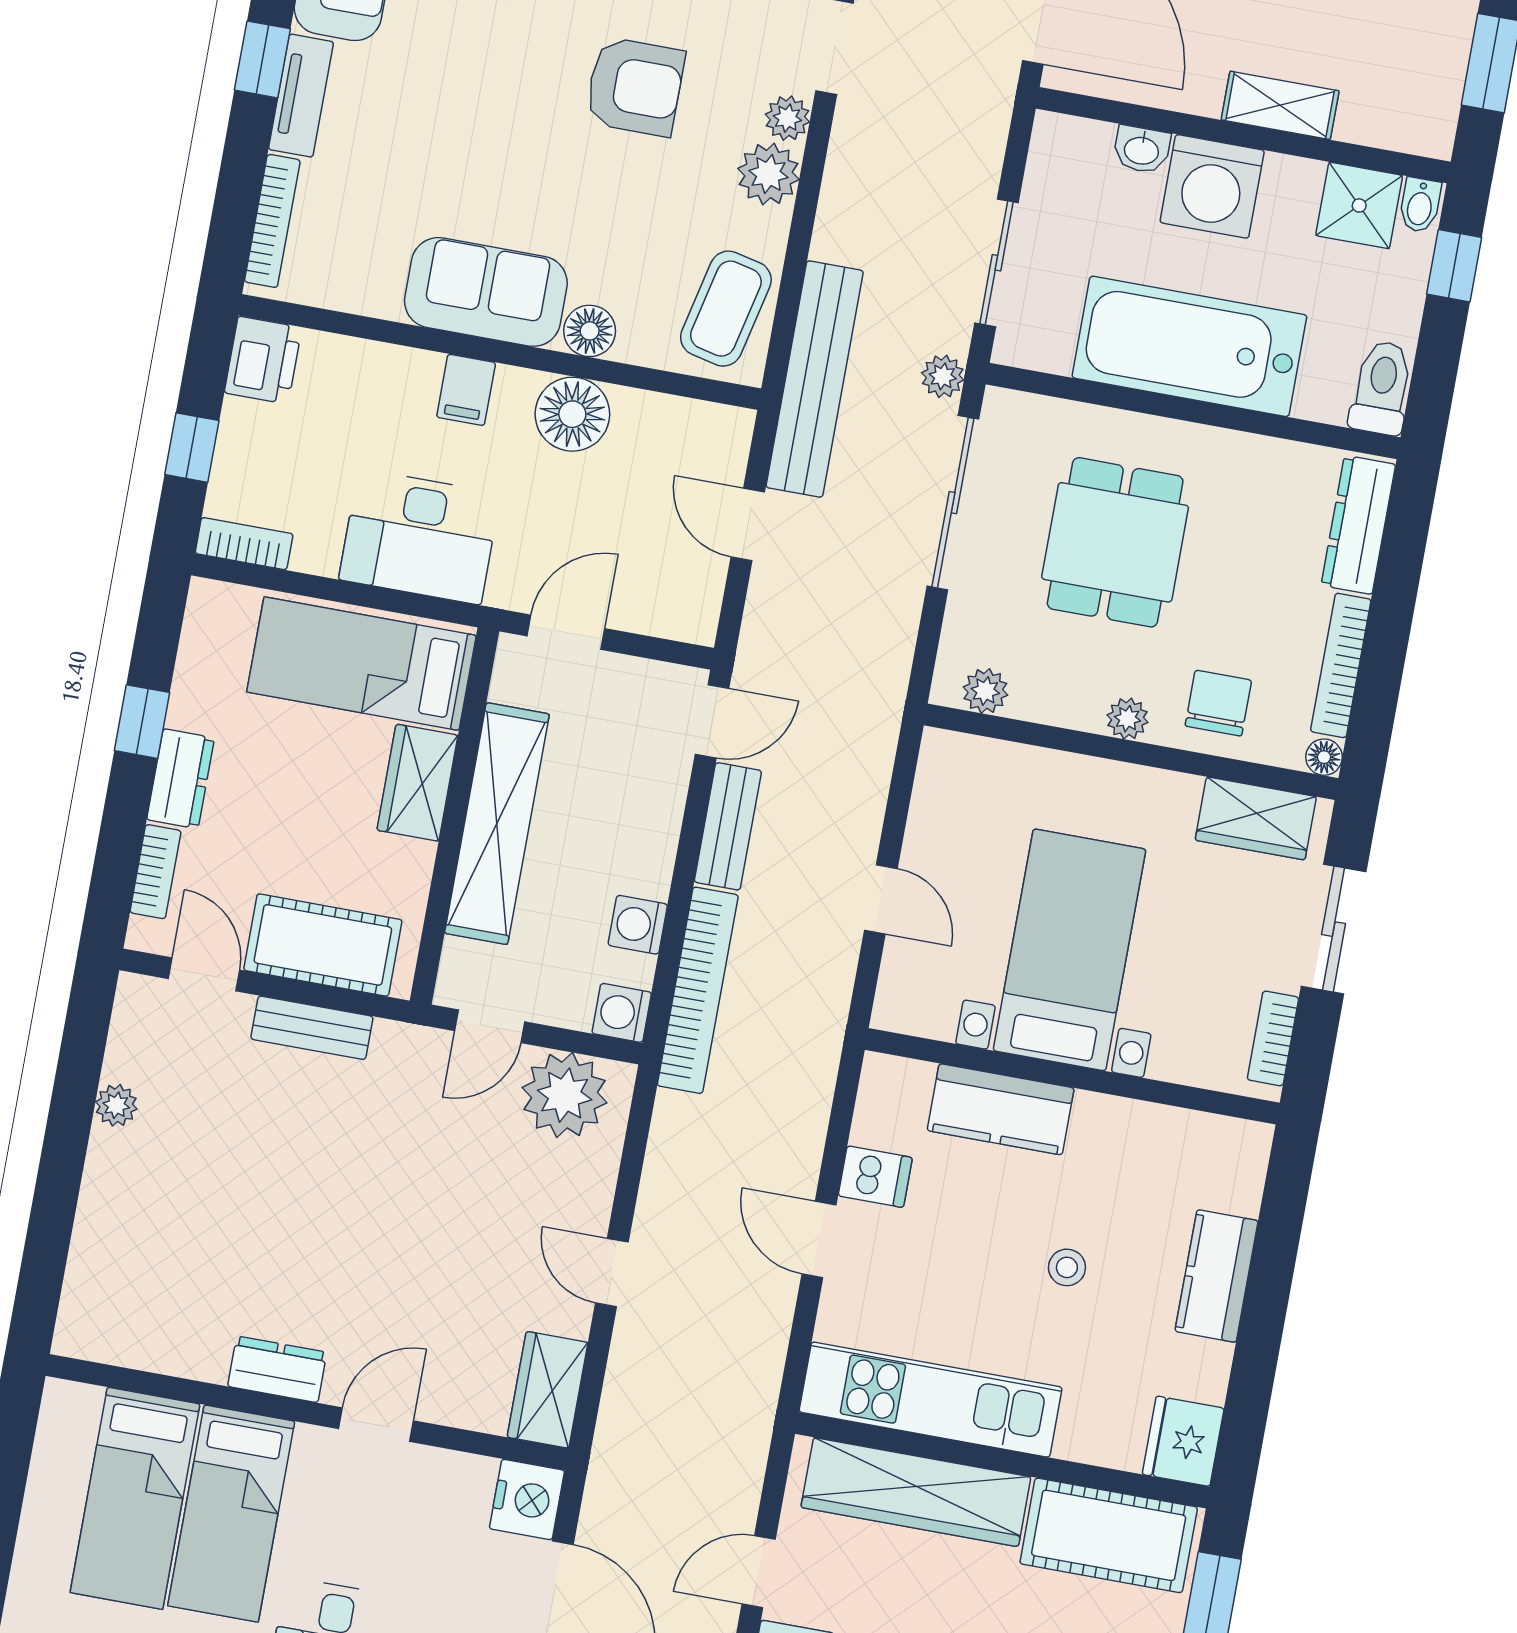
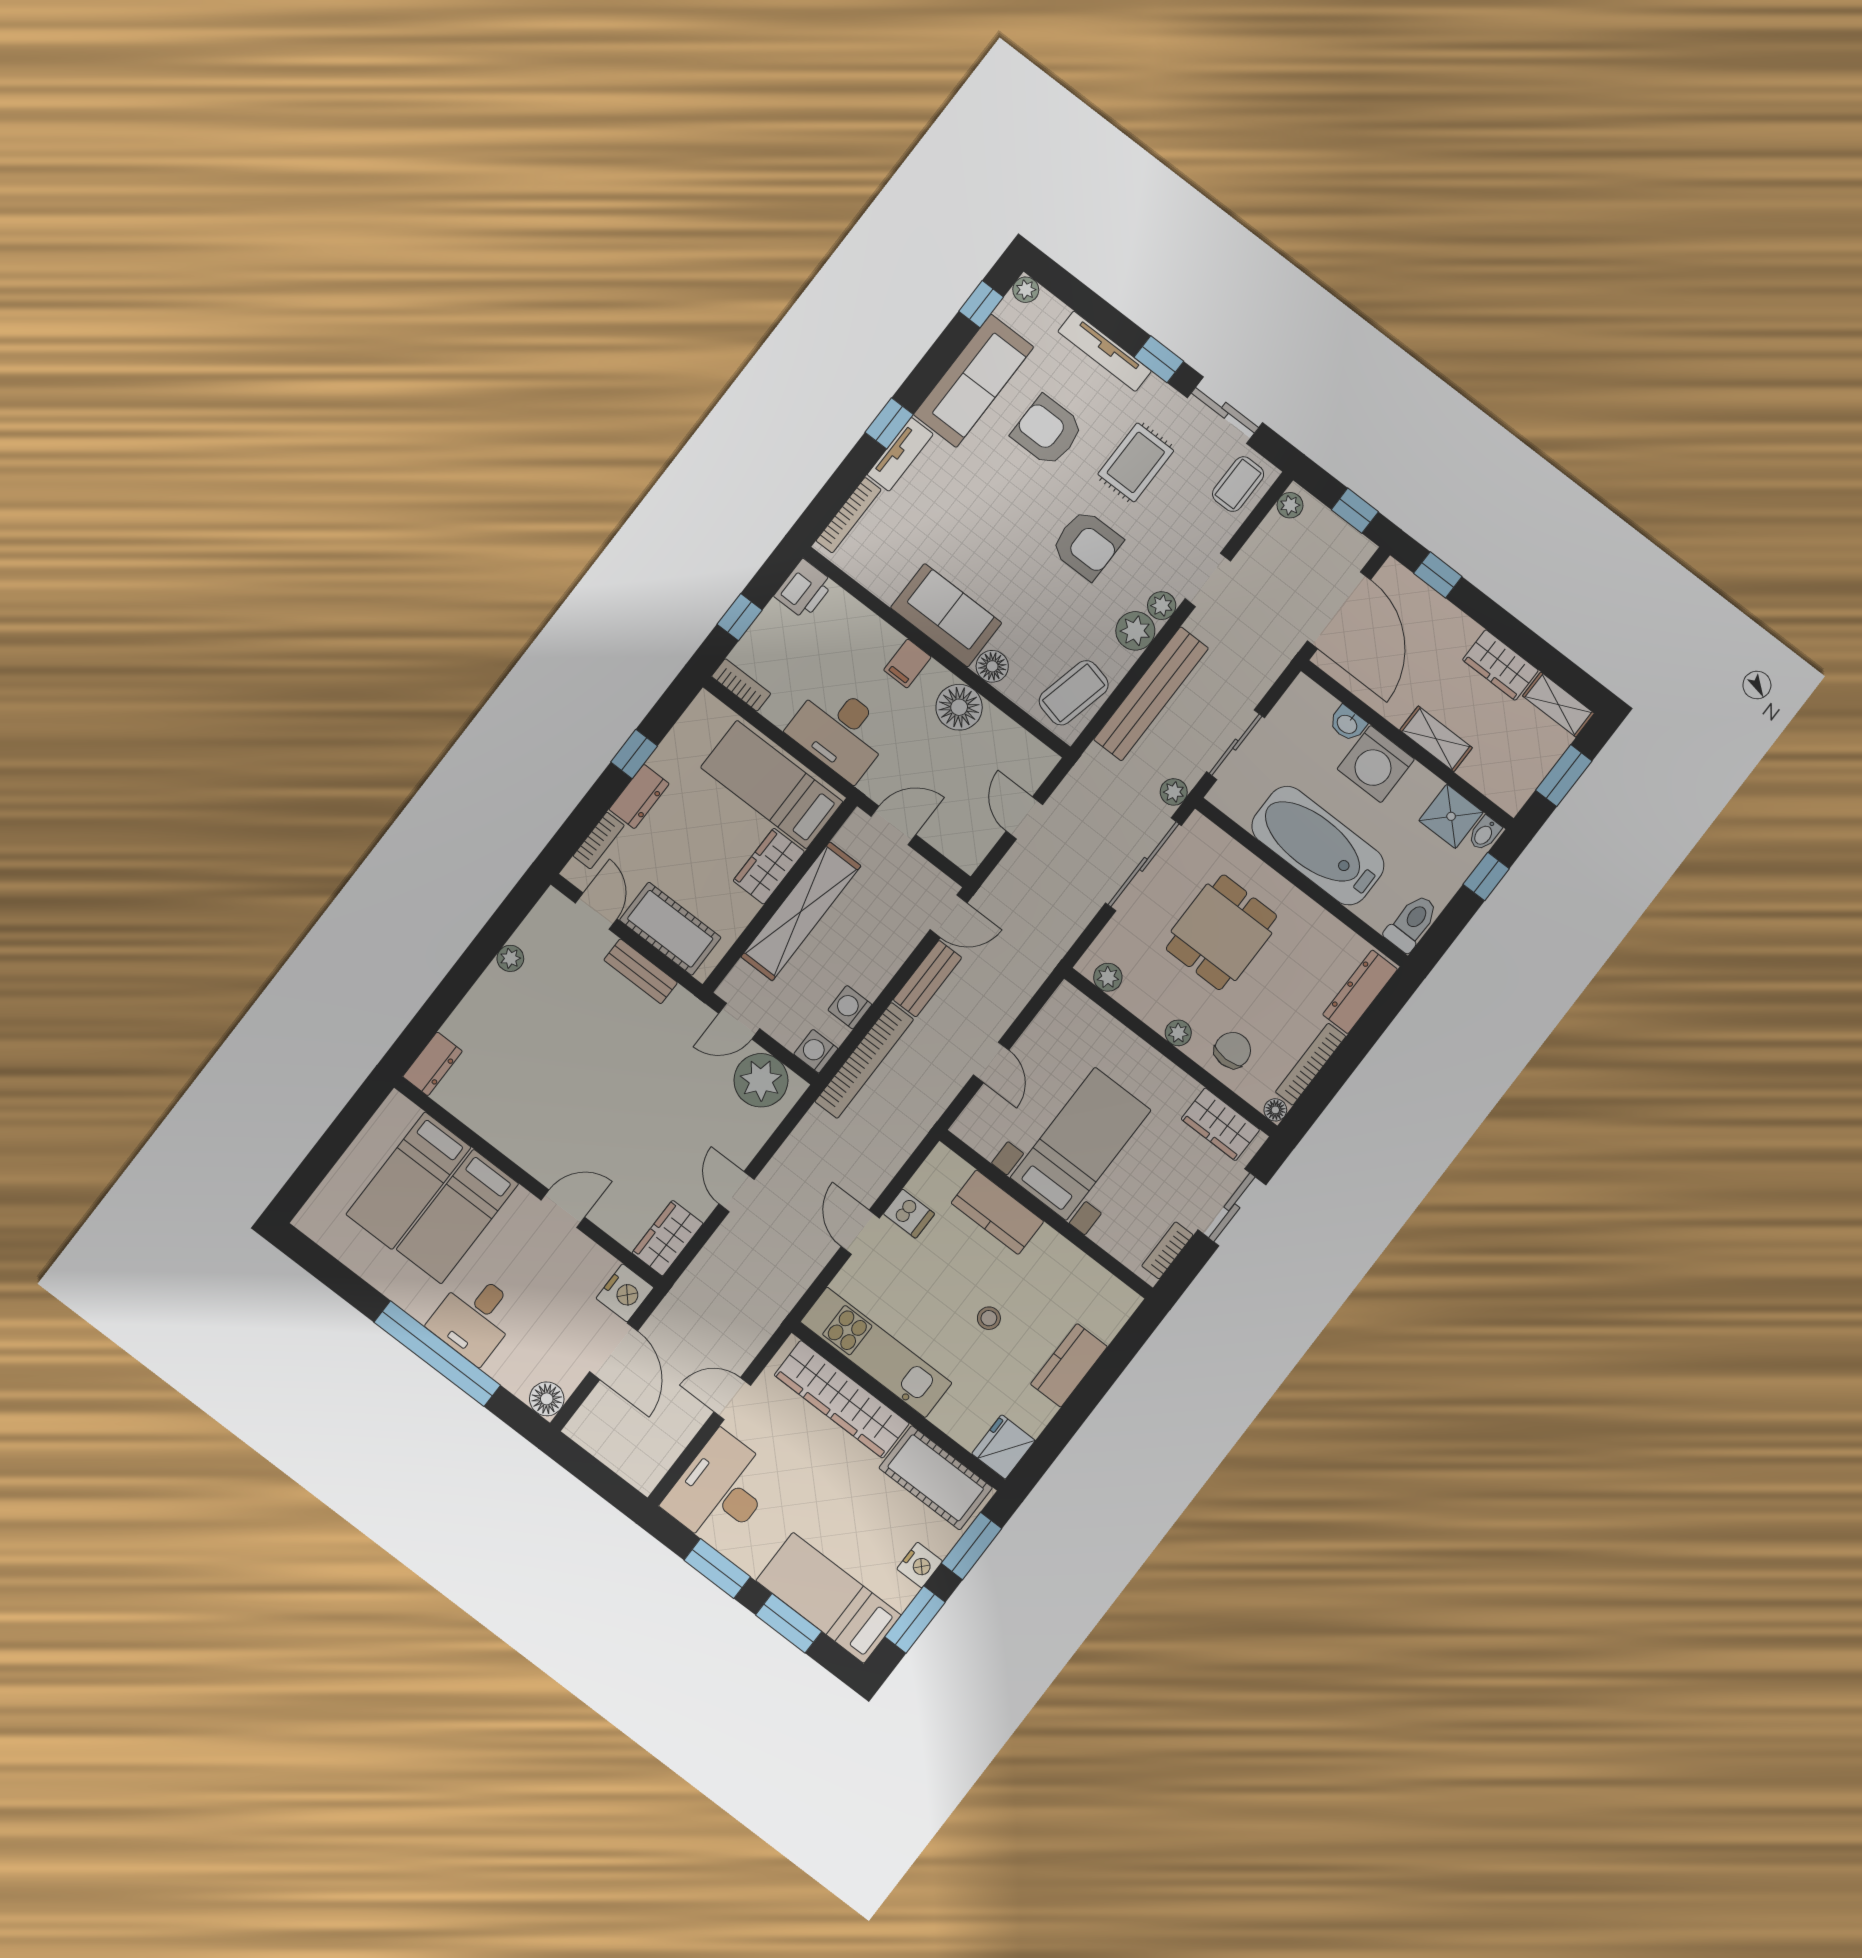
bench: (815, 379) -> (1151, 694), moved
dresser: (277, 1369) -> (432, 1064), moved, turned 90

